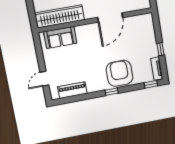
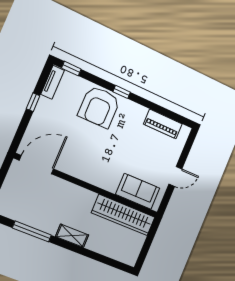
door: (110, 17) -> (37, 165), moved
door: (44, 79) -> (175, 177), moved

